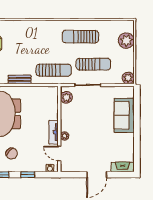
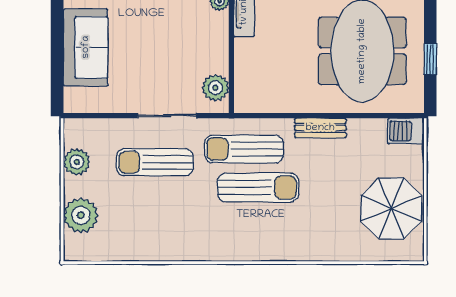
sun lounger: (80, 37) -> (258, 187), moved
plant: (128, 78) -> (77, 162), moved

